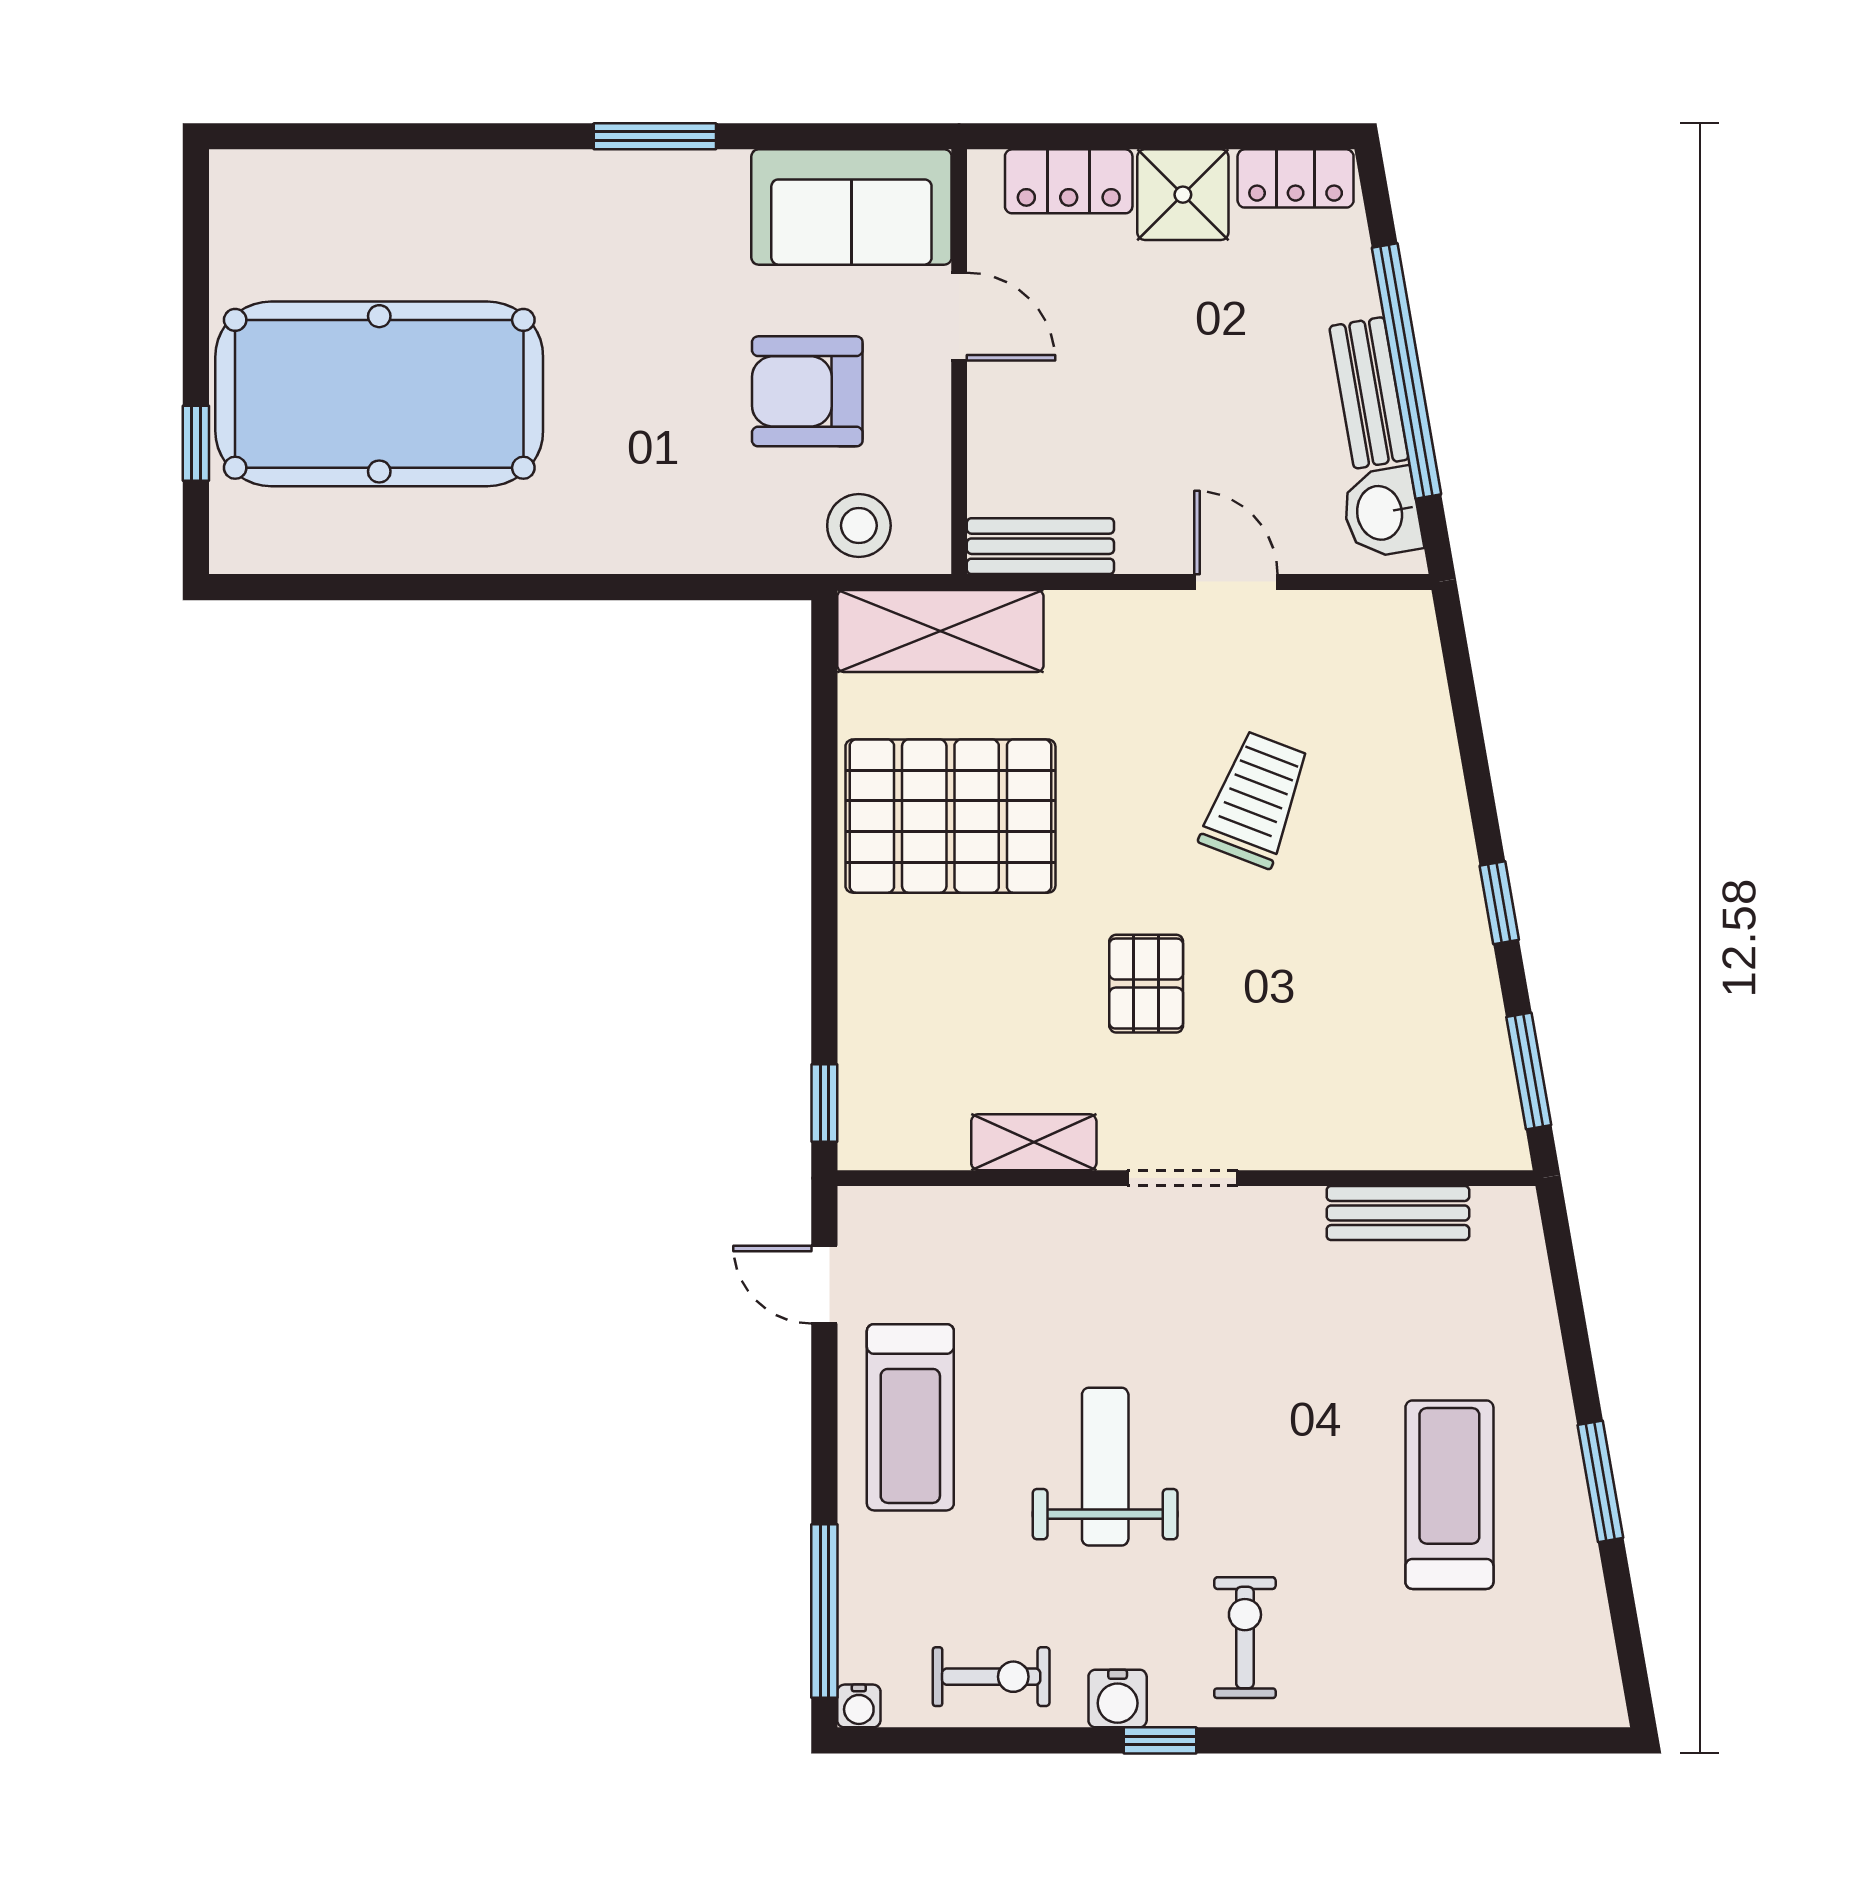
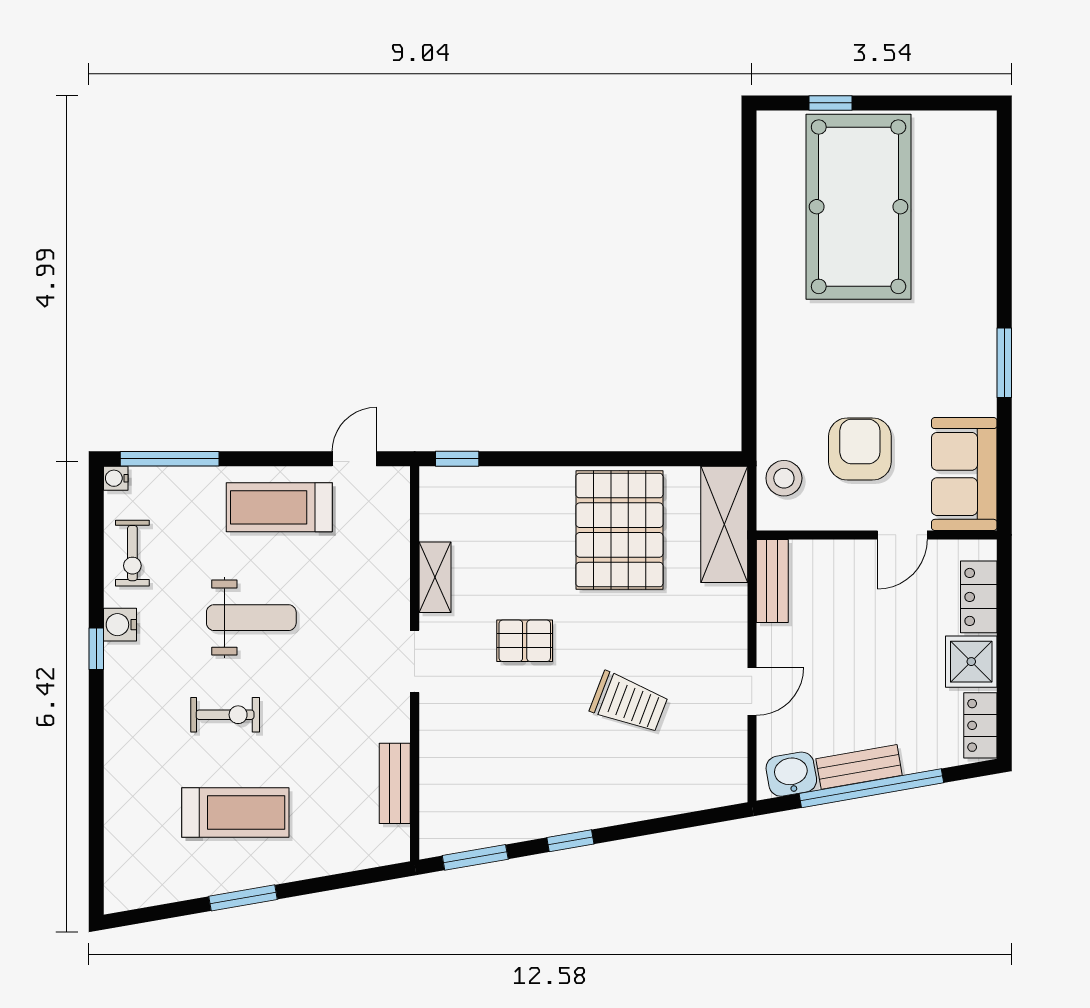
exercise bike: (1245, 1638) -> (225, 715), moved

